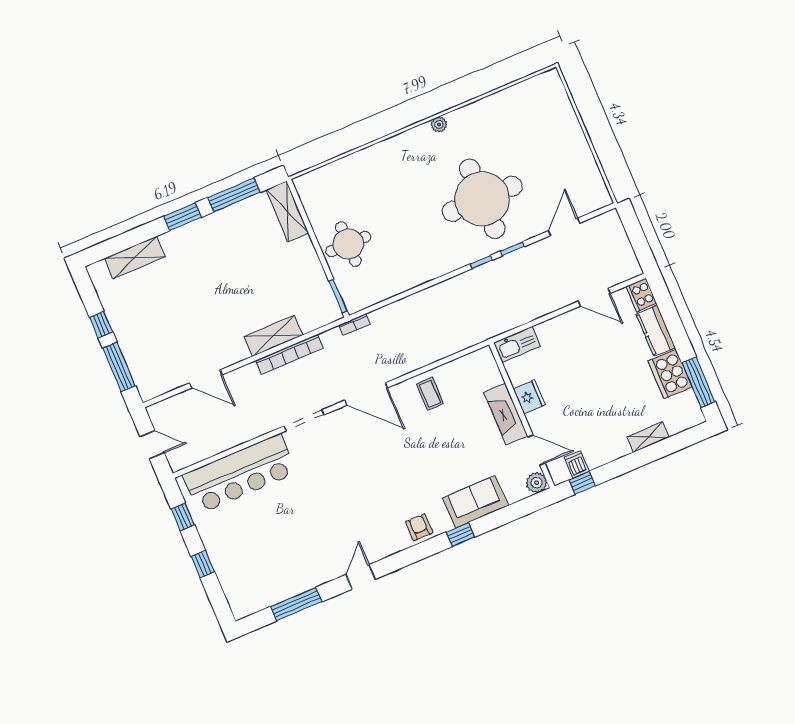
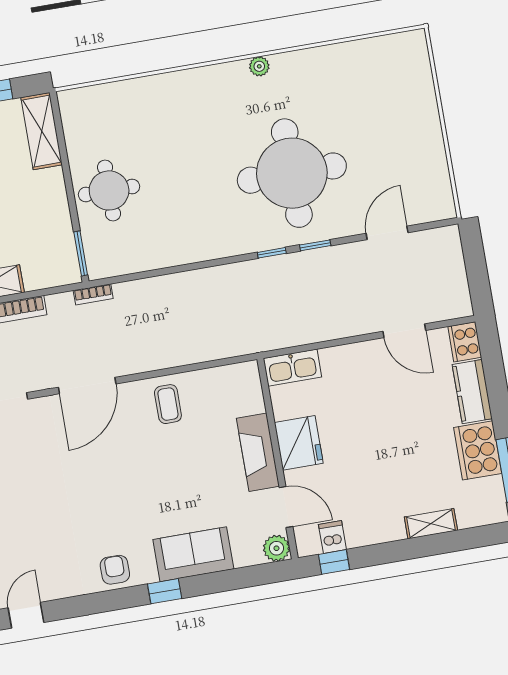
door: (366, 394) -> (87, 386), hinge flipped
fridge: (529, 397) -> (299, 443), width x1.36, depth x1.34

